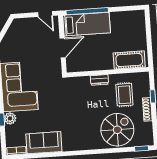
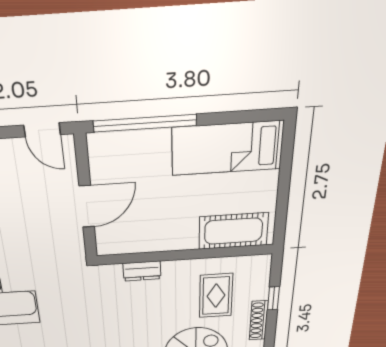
bed: (87, 24) -> (227, 148), moved, turned 180
dresser: (99, 80) -> (142, 271), moved

